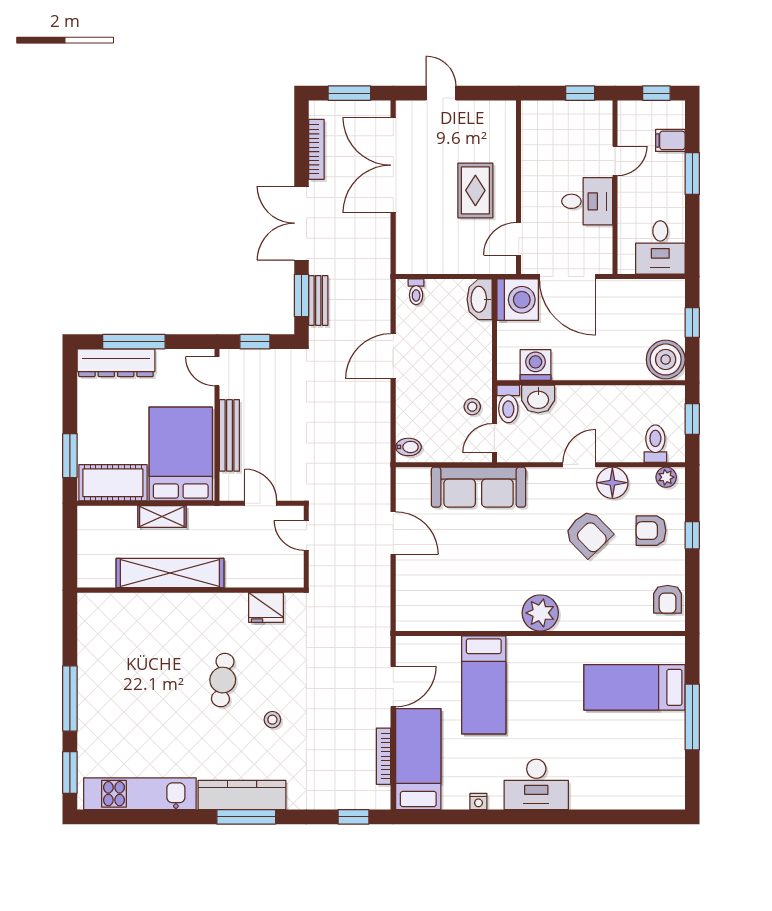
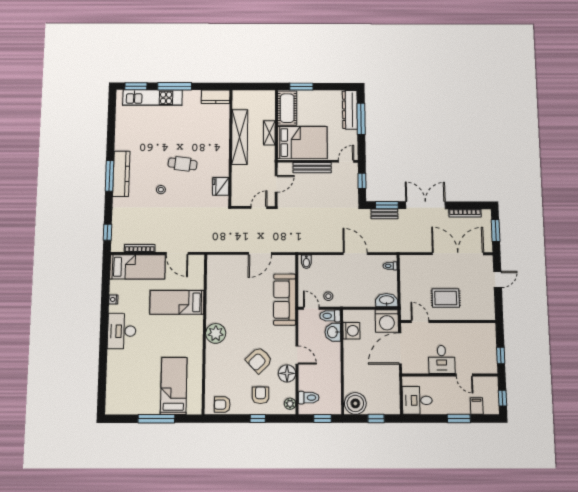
kitchen counter: (91, 620) -> (216, 97), added
kitchen unit: (140, 794) -> (152, 98), moved, turned 90

